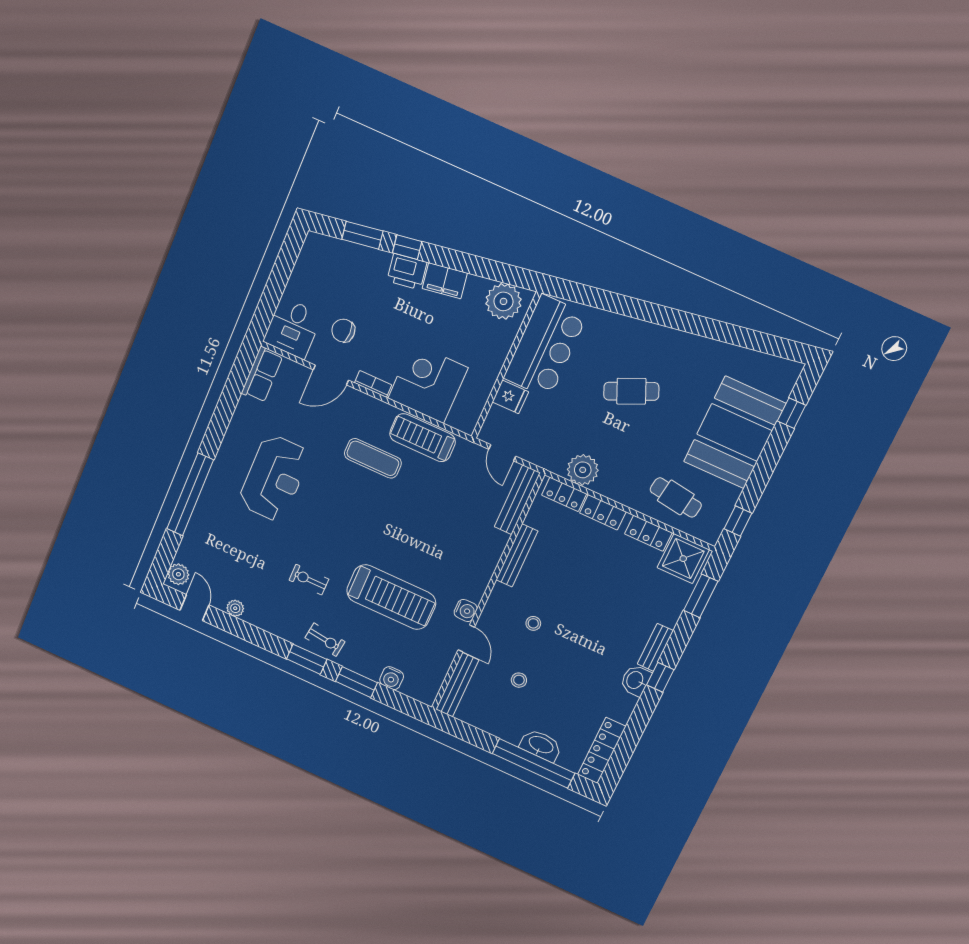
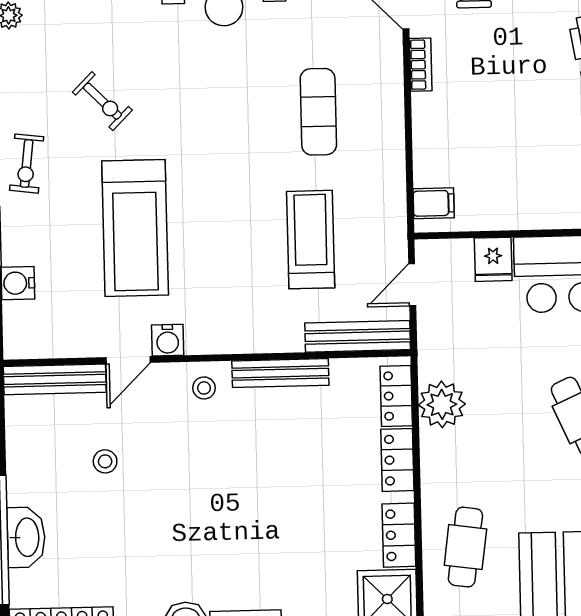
corner desk: (428, 383) -> (458, 139), removed
filing cabinet: (460, 416) -> (434, 203), added
treadmill: (423, 438) -> (311, 240), moved
exercise bike: (309, 580) -> (102, 101), turned 135
stool: (533, 623) -> (204, 388), moved

